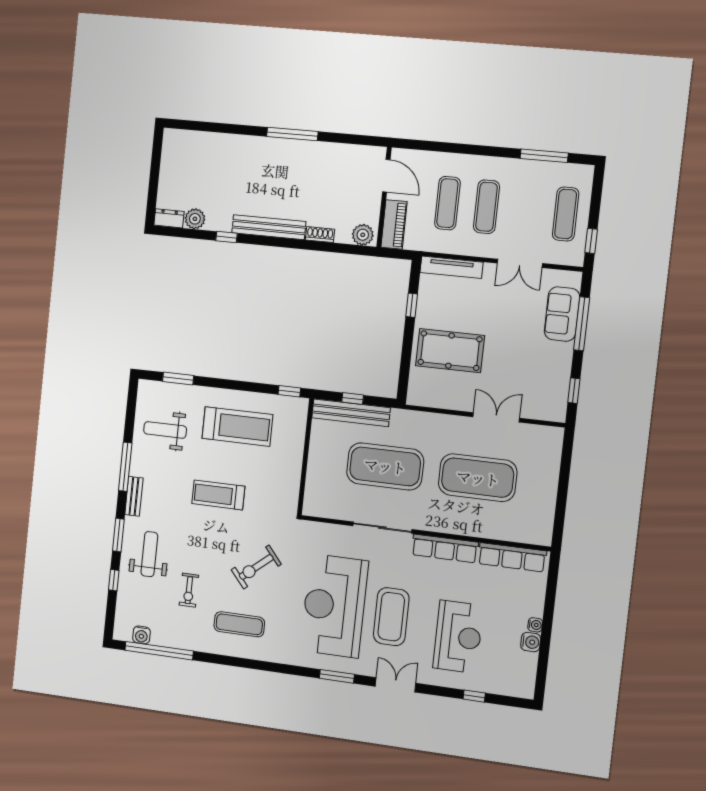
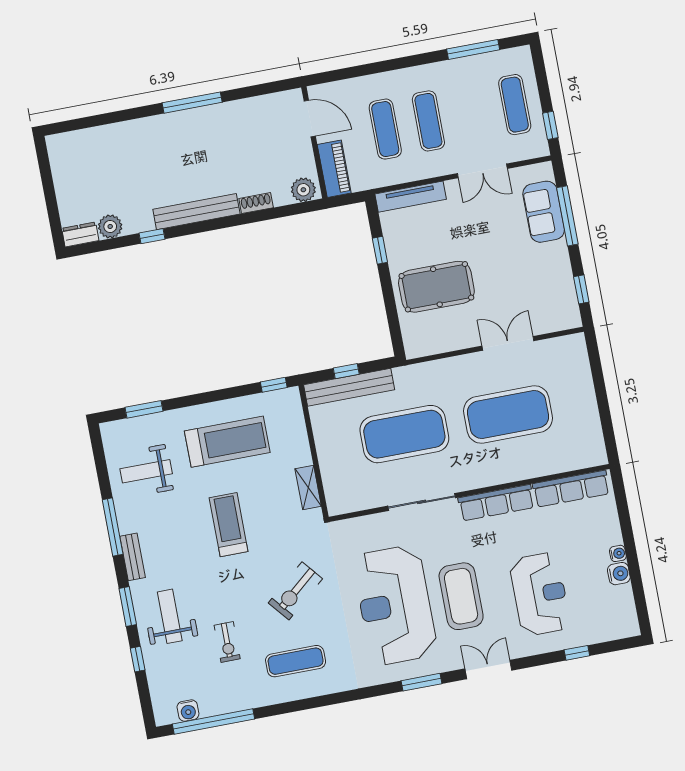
shelving: (292, 485) -> (308, 487), added
treadmill: (218, 495) -> (229, 525), turned 90

